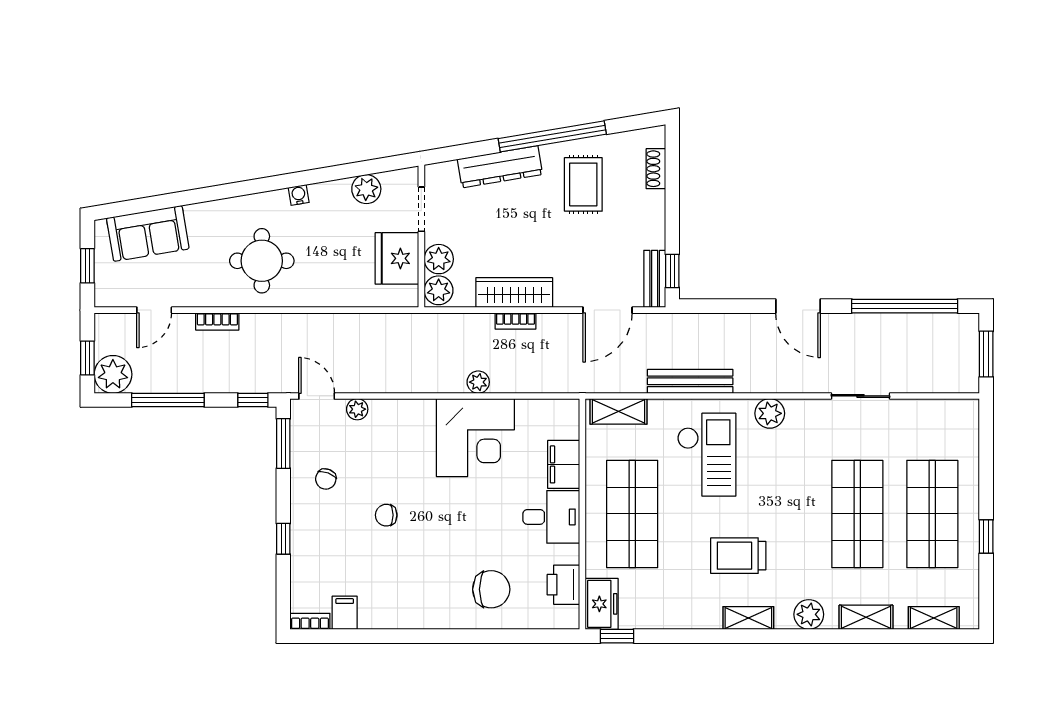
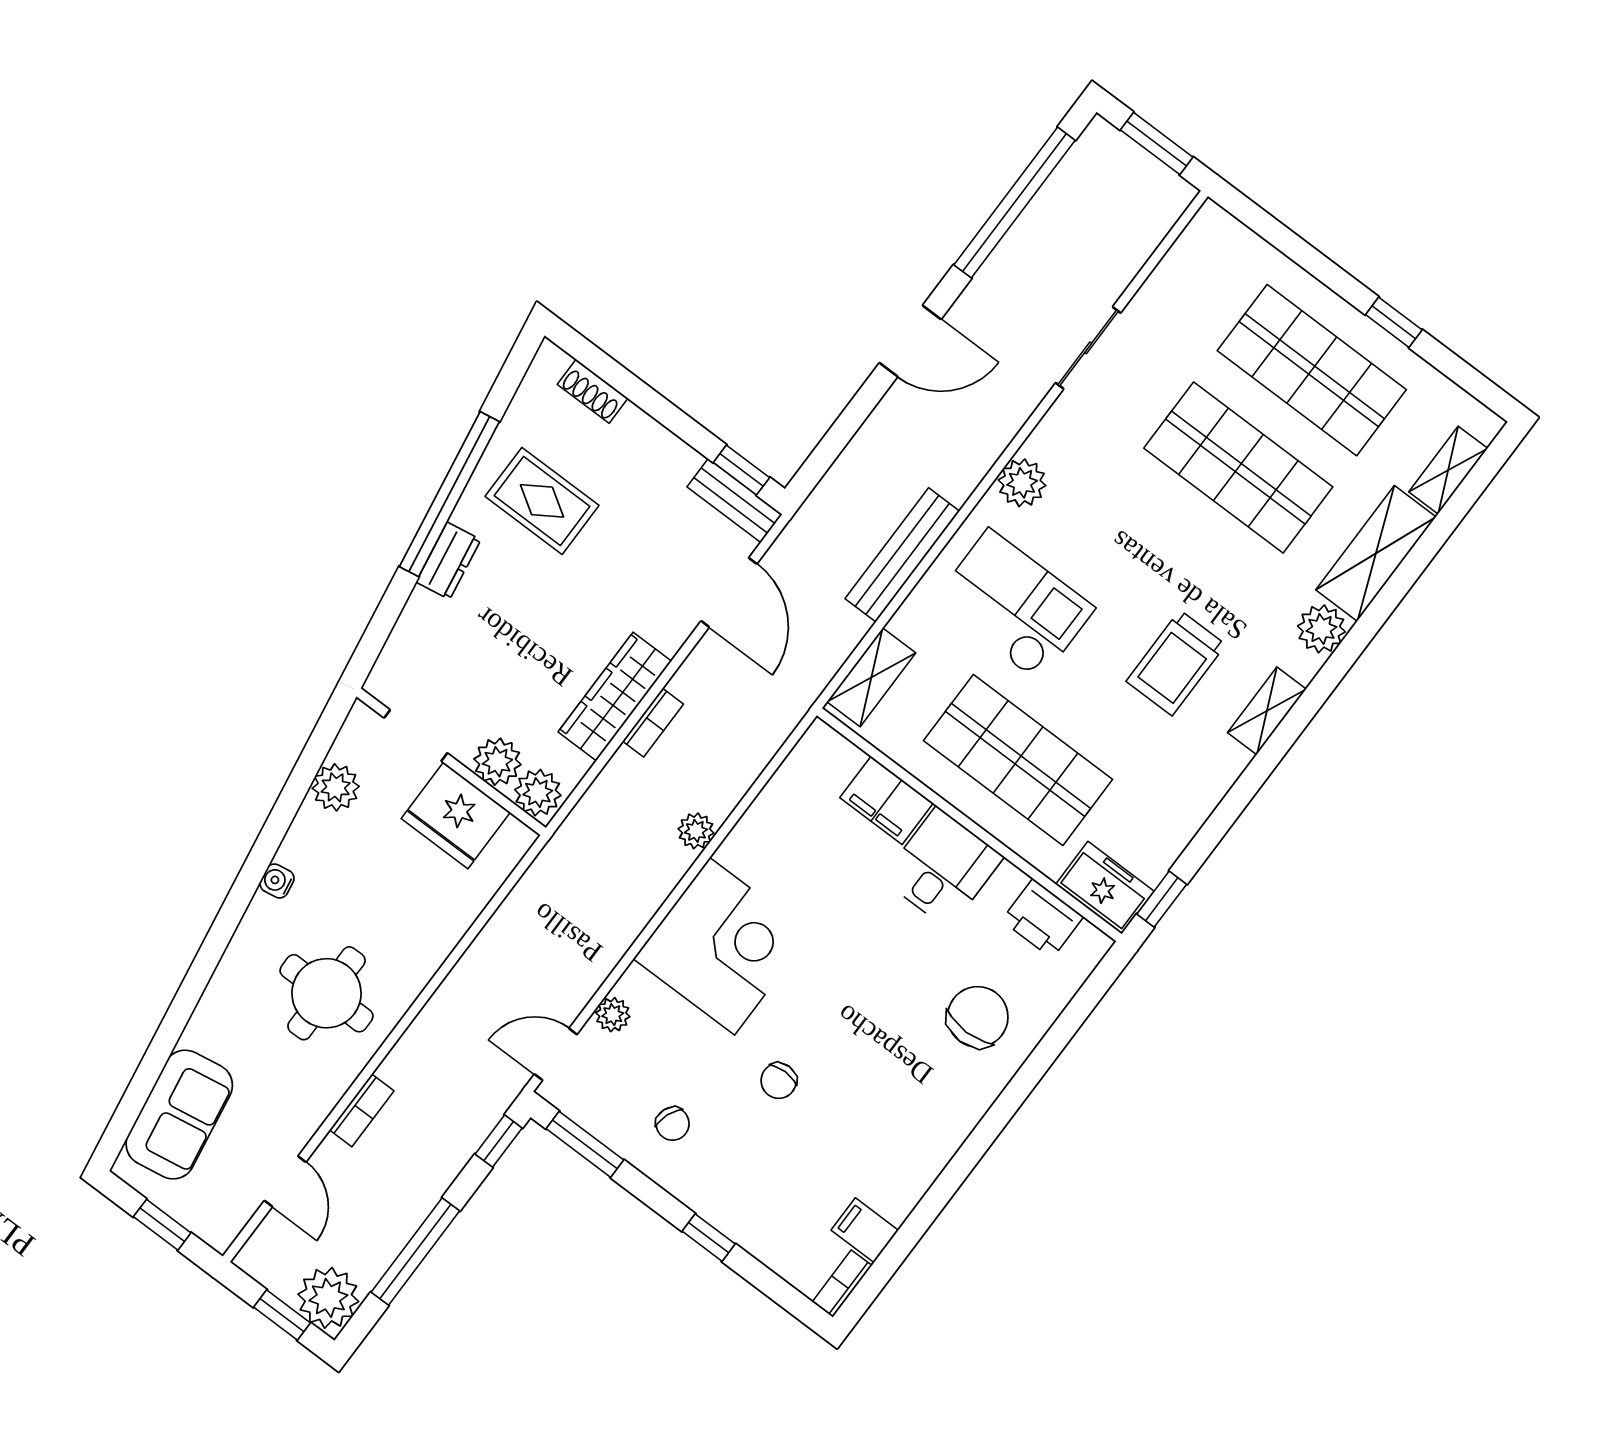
dresser: (500, 167) -> (448, 561), width x0.51, depth x0.80
corner desk: (475, 438) -> (722, 946), moved
shelving: (866, 617) -> (1376, 553), width x1.50, depth x1.33

